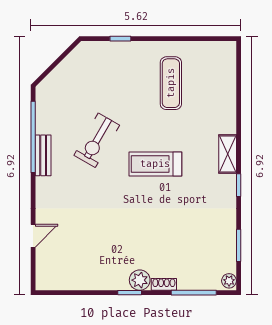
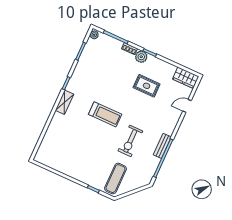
exercise mat: (171, 83) -> (116, 179), moved
exercise bike: (97, 140) -> (130, 141), turned 150
rug: (111, 238) -> (147, 86), added
wardrobe: (55, 279) -> (186, 78), added

